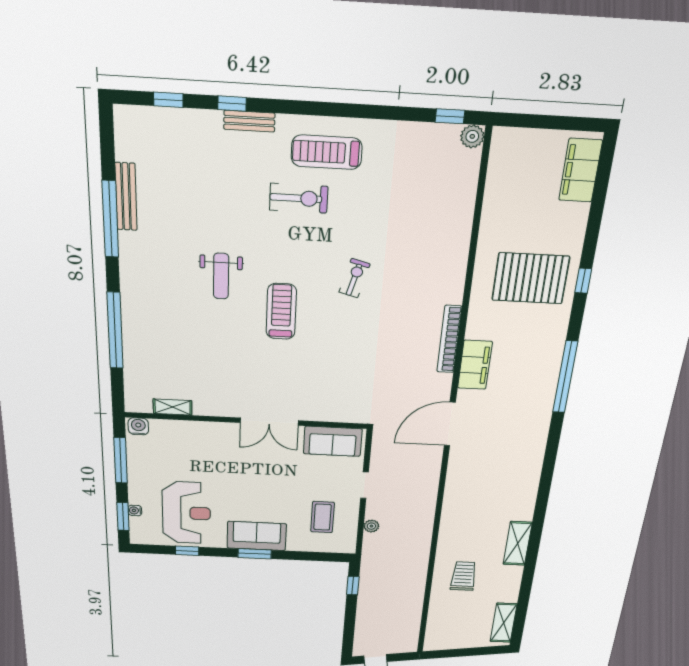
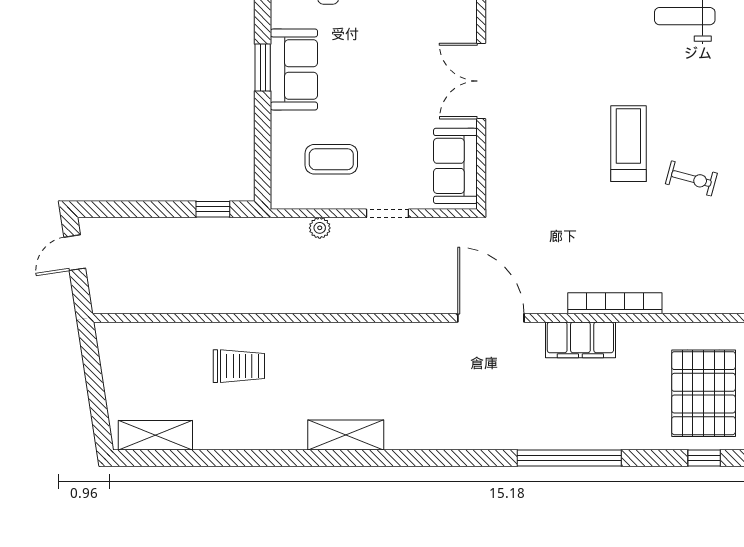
treadmill: (281, 311) -> (628, 144), moved, turned -90
shelving: (518, 543) -> (346, 435), moved

